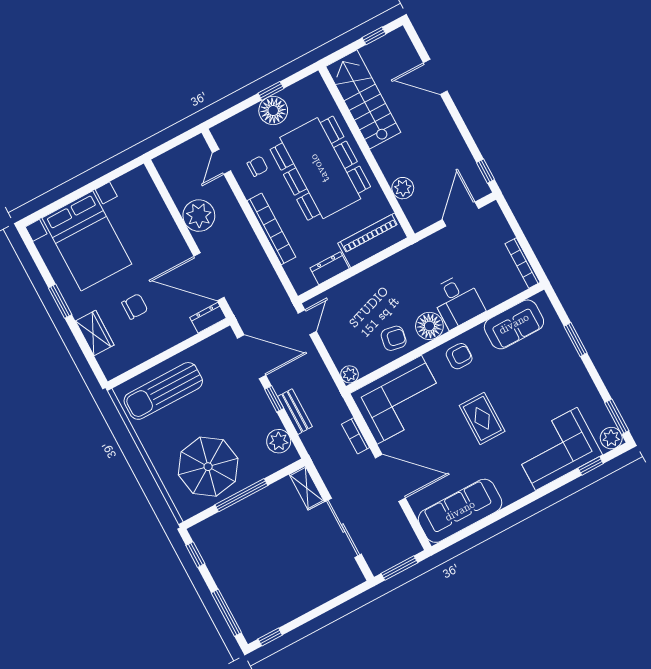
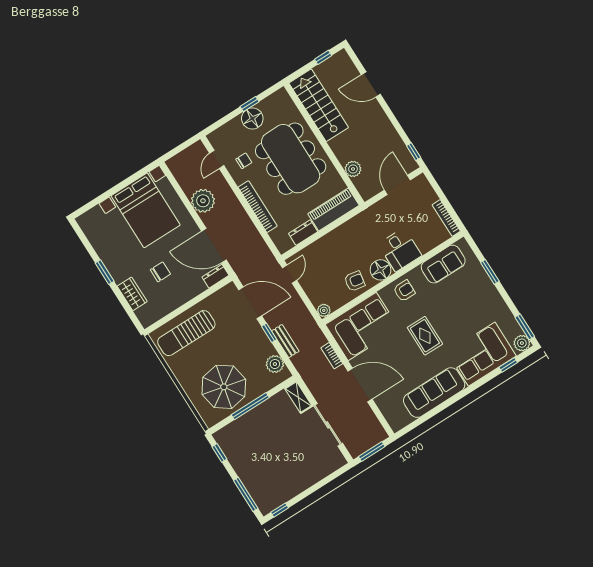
bed with nightstands: (87, 241) -> (146, 210), moved
sofa: (460, 511) -> (434, 393), moved

